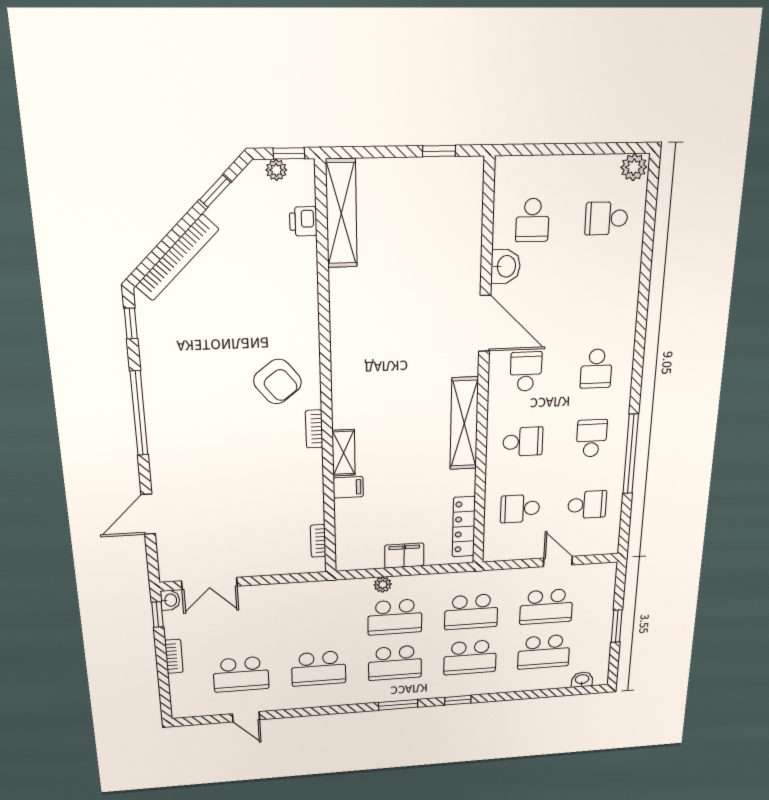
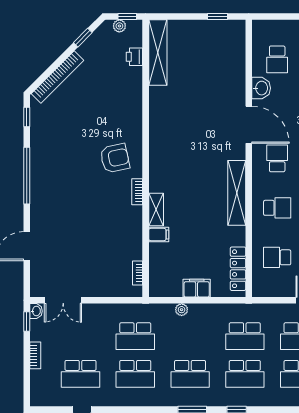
armchair: (277, 382) -> (115, 158), turned -64
school desk: (395, 617) -> (135, 336), moved

